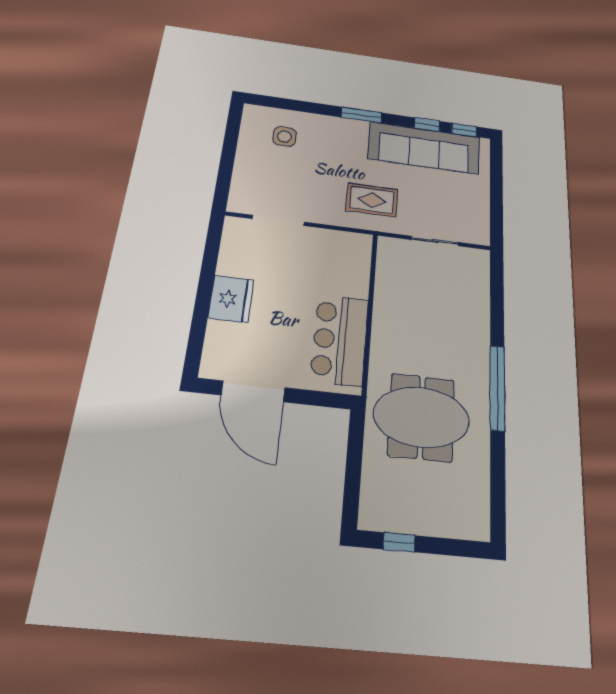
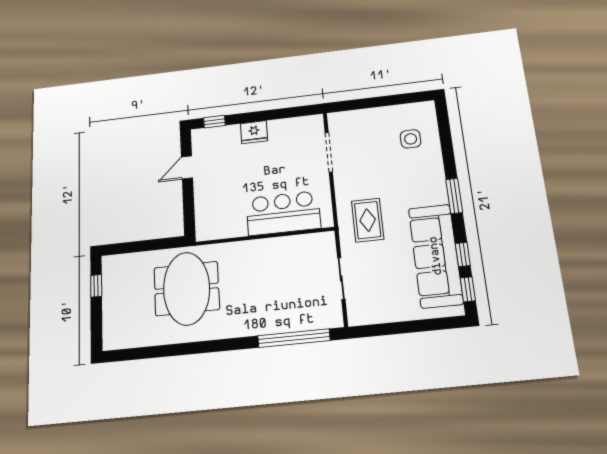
fridge: (231, 299) -> (254, 132), width x0.73, depth x0.75
bar counter: (340, 340) -> (283, 213), moved
window: (195, 345) -> (214, 122), added
window: (497, 388) -> (294, 338), moved
door: (253, 391) -> (187, 167), width x0.53

